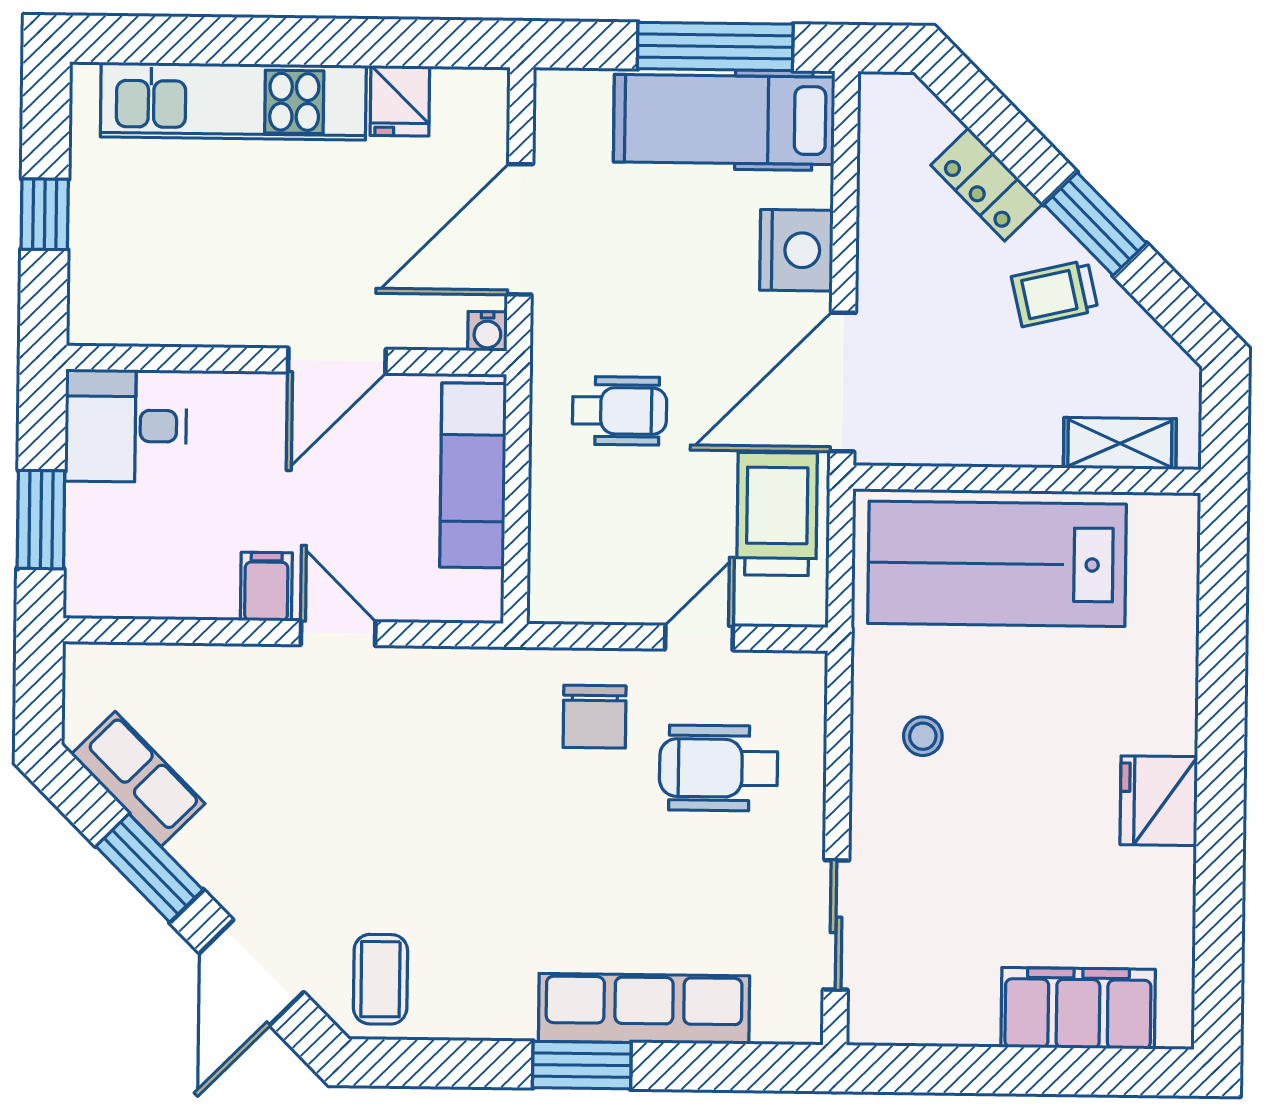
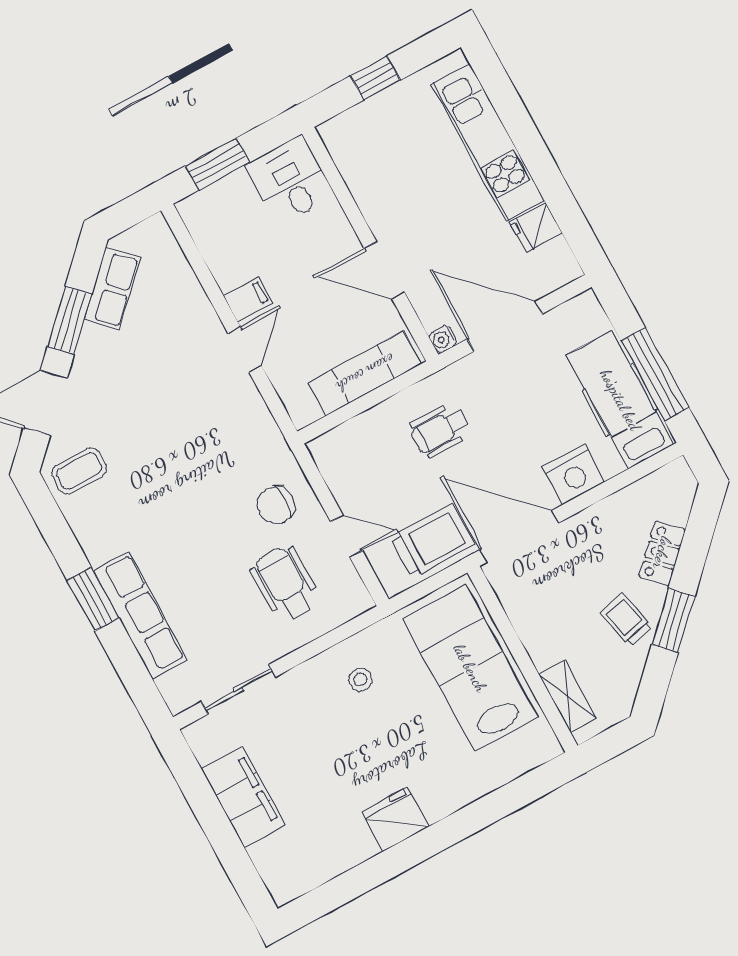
wheelchair: (620, 411) -> (440, 430), turned 90
filing cabinet: (1078, 1008) -> (243, 797), moved

